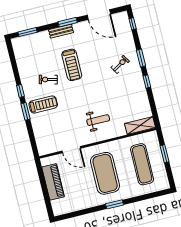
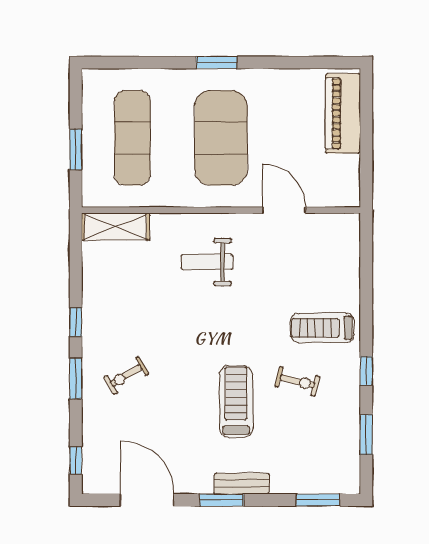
window: (25, 111) -> (366, 435), moved
piano: (53, 182) -> (343, 113), moved

